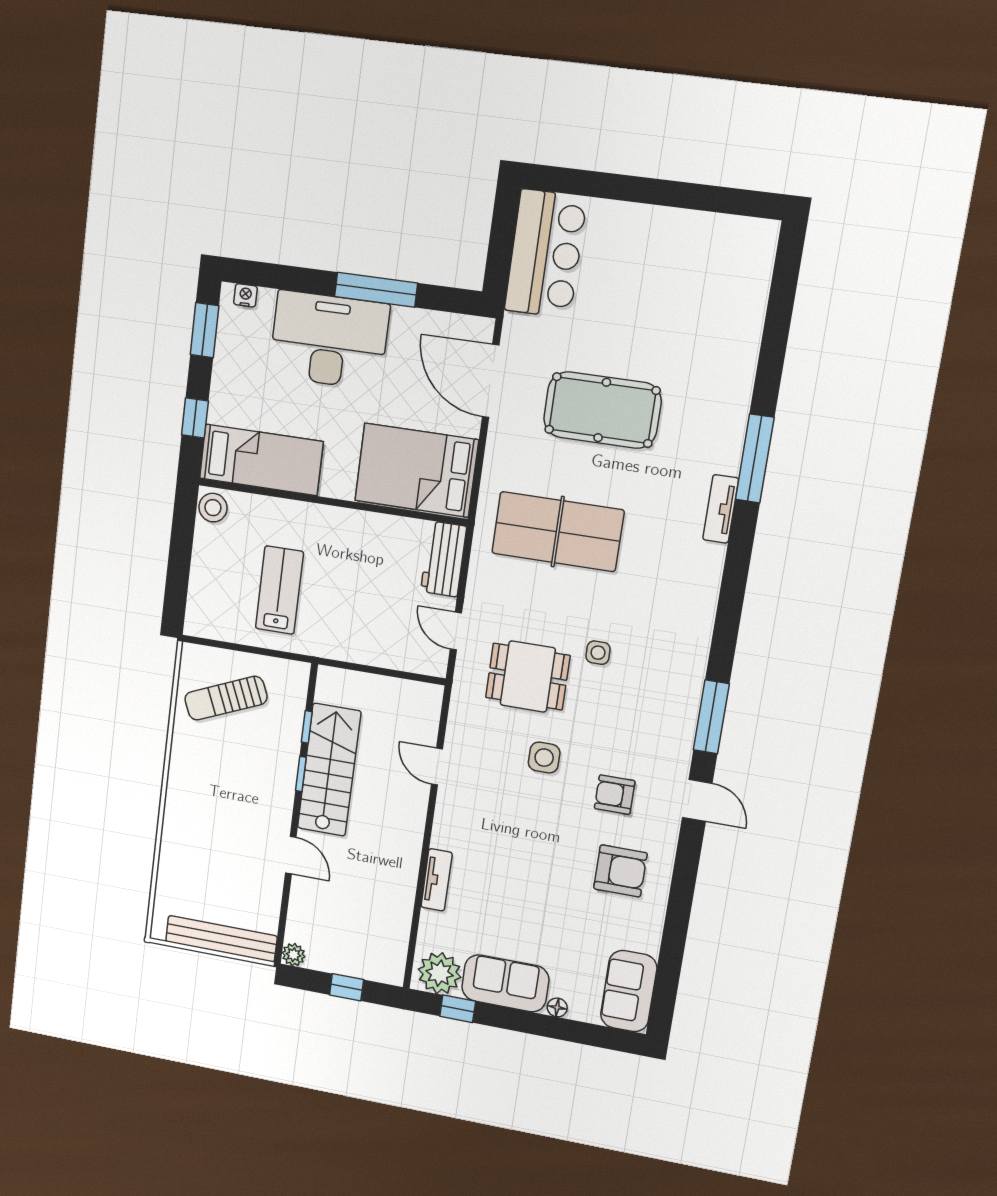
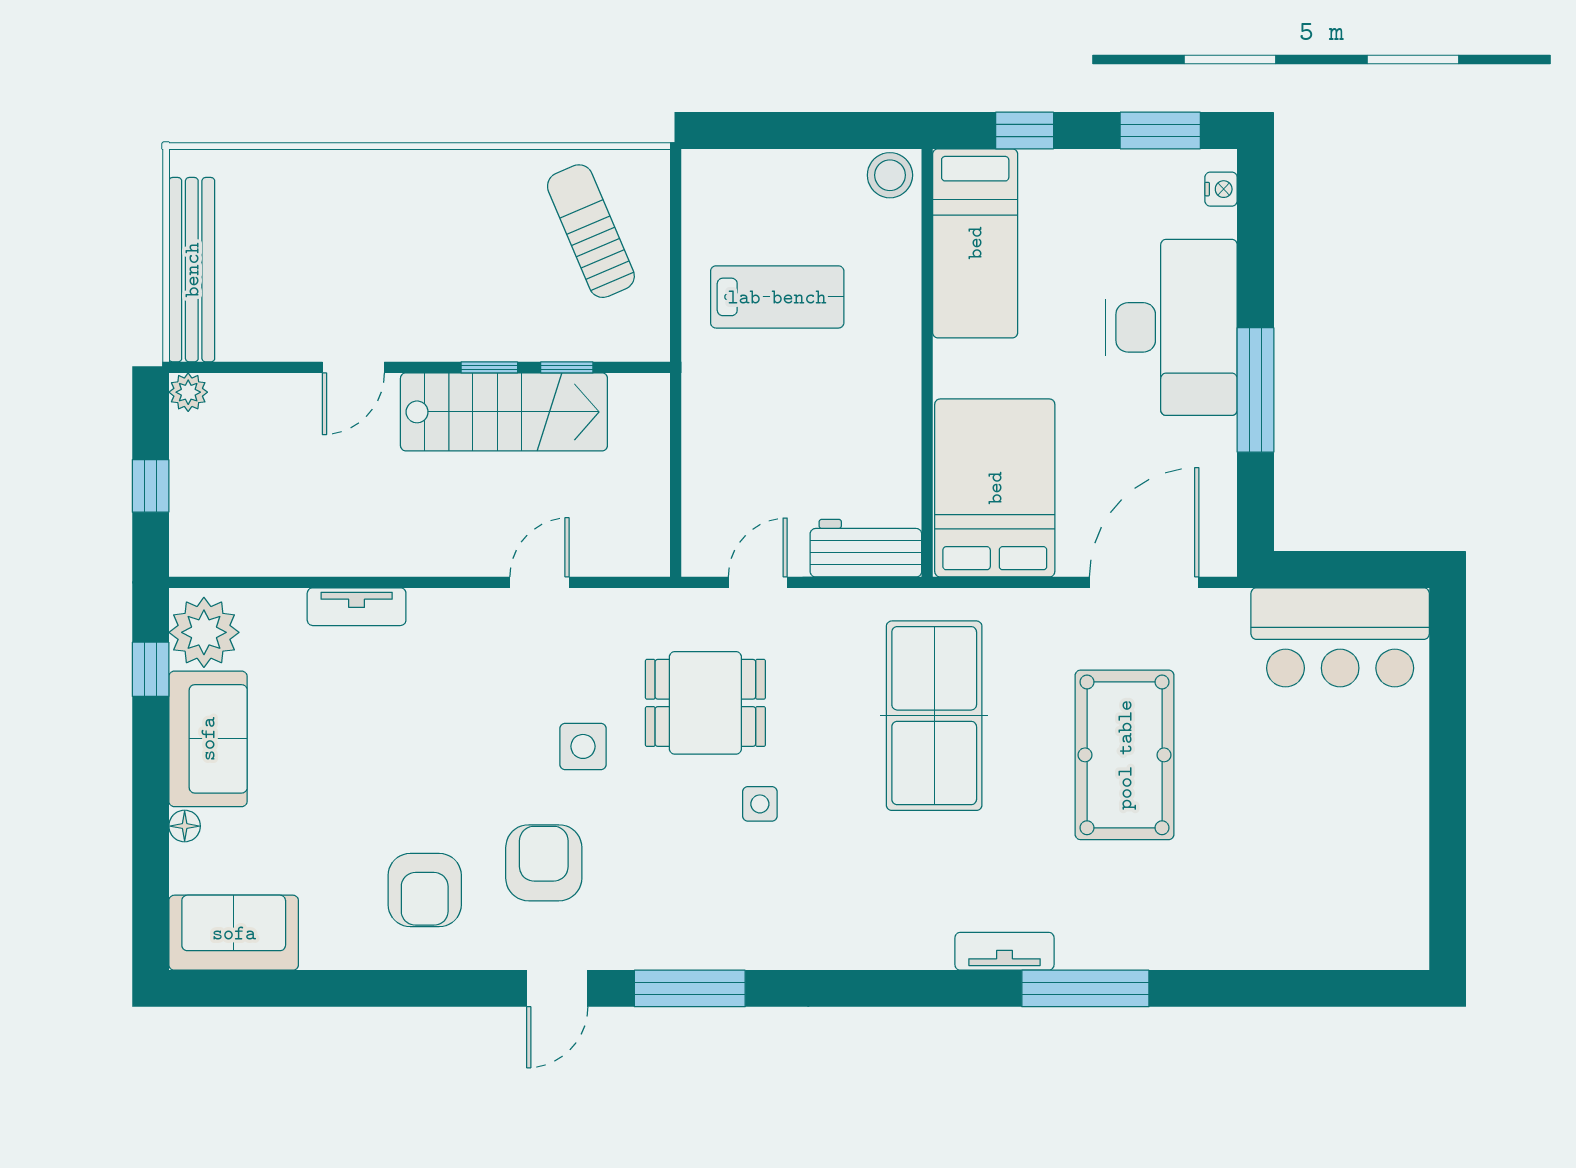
dining table: (528, 677) -> (705, 703), turned 90
armchair: (615, 795) -> (544, 863), width x1.38, depth x1.38

